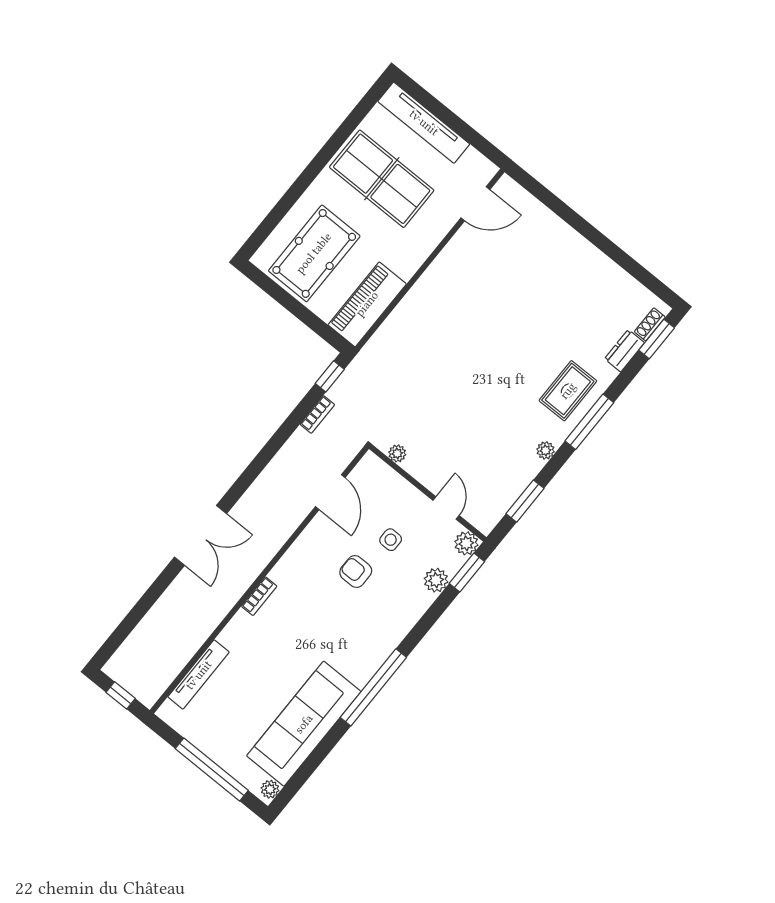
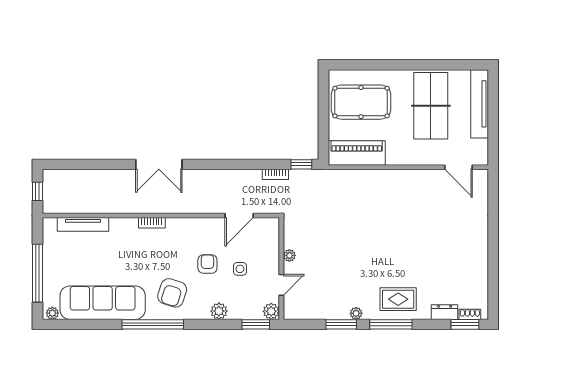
plant: (397, 453) -> (289, 255), moved
window: (525, 501) -> (341, 324), moved
plant: (436, 580) -> (219, 311), moved
armchair: (356, 637) -> (172, 293), added

